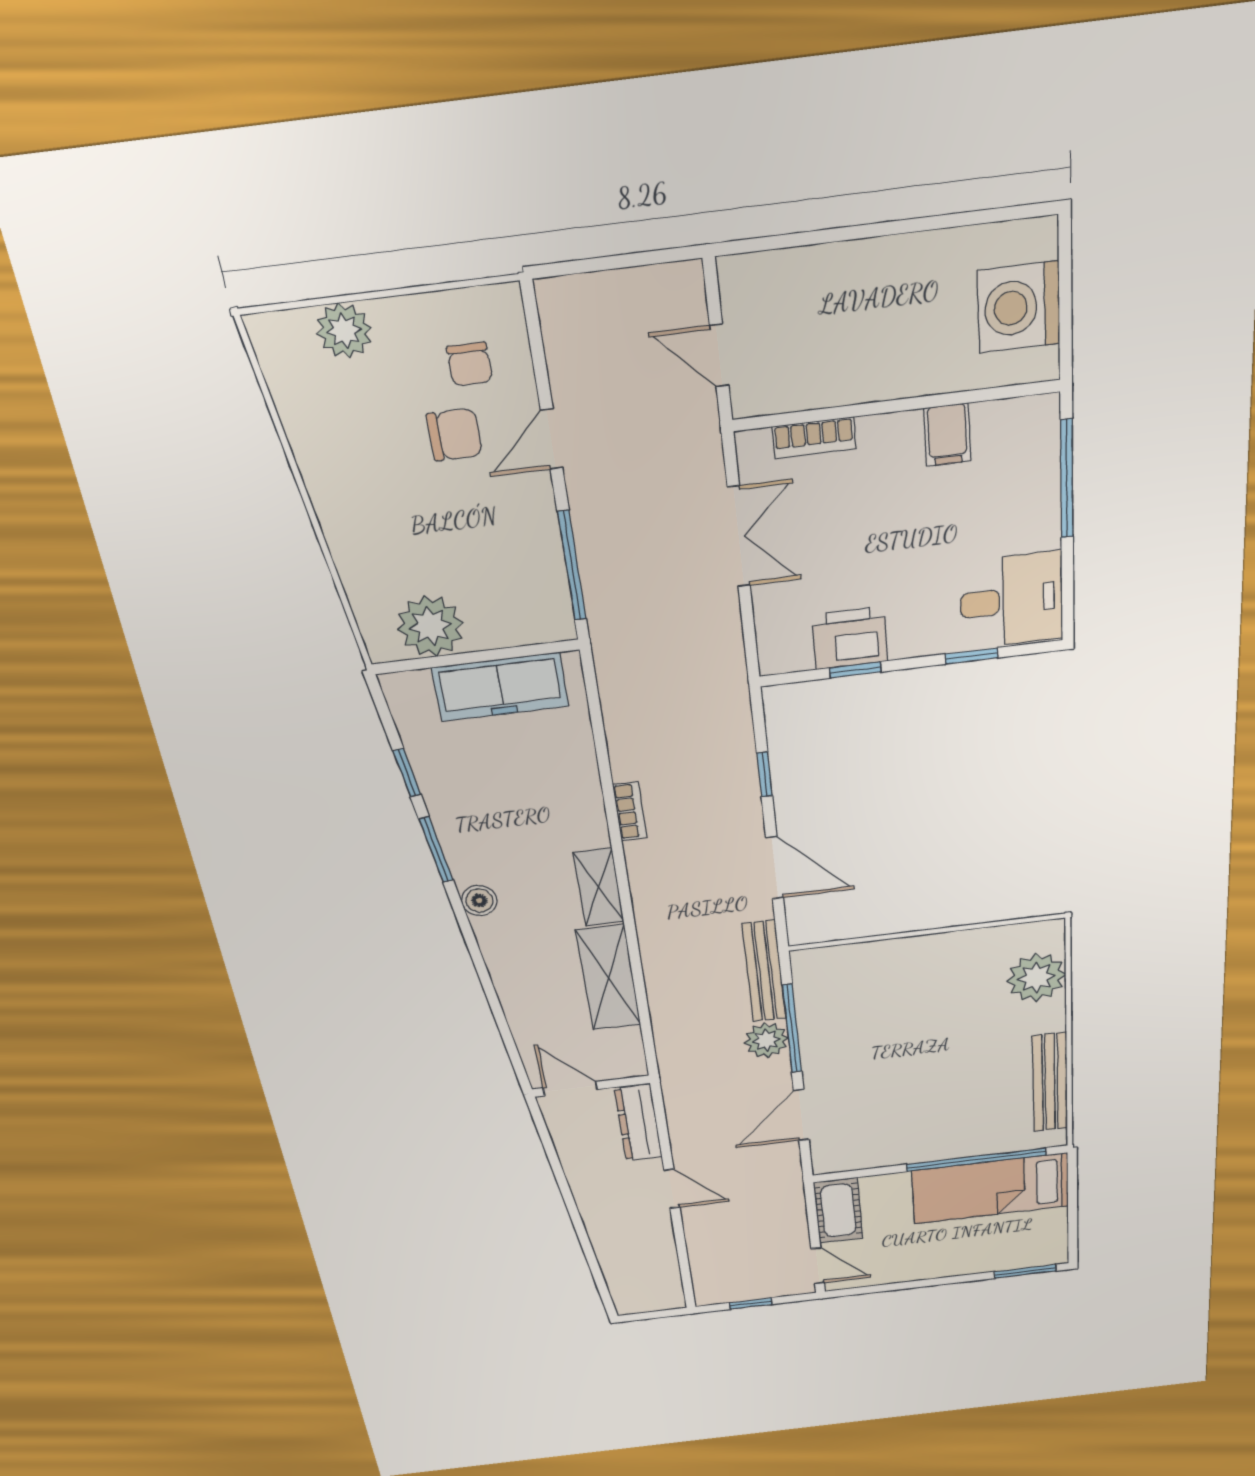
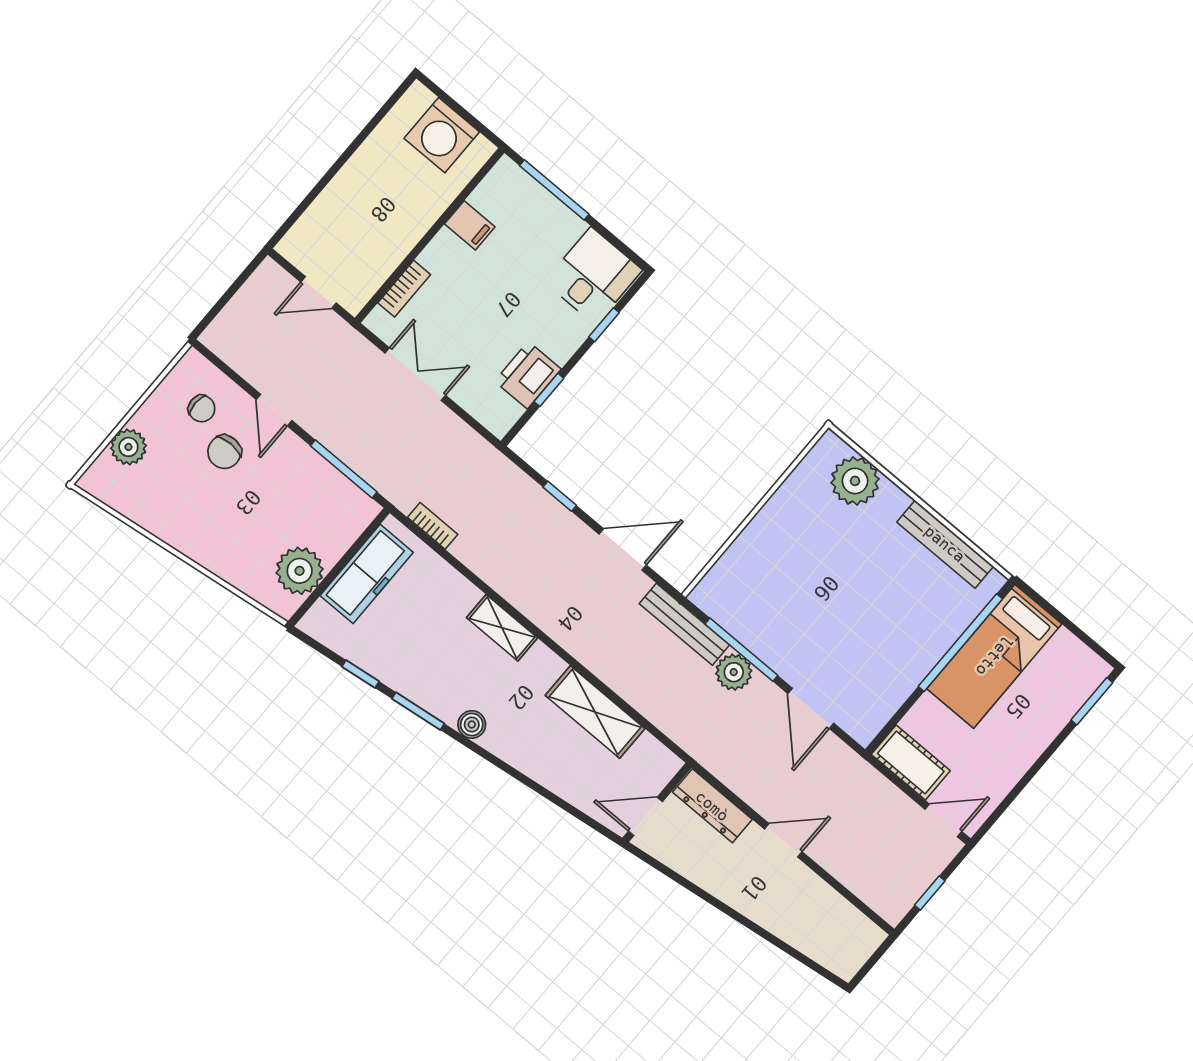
chair: (454, 435) -> (224, 452), turned 180
bookcase: (630, 811) -> (433, 526), moved
shelving: (599, 887) -> (502, 628), moved

